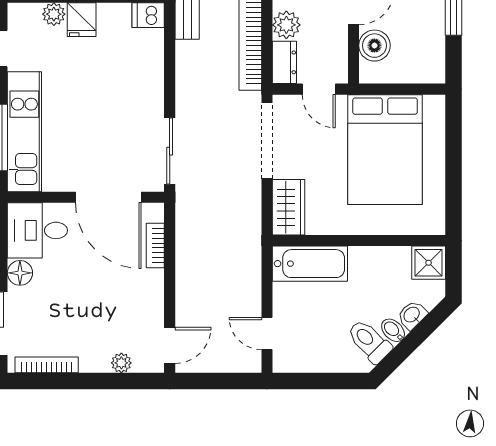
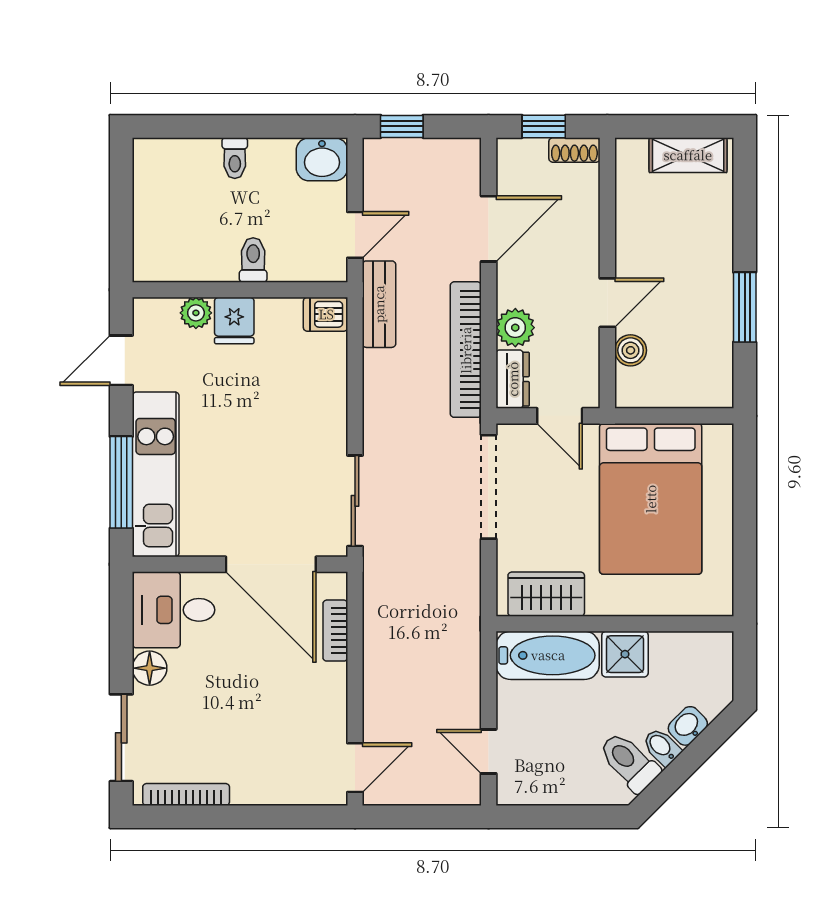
boiler: (374, 46) -> (631, 350), width x0.73, depth x0.73
wardrobe: (288, 207) -> (546, 594), moved, turned -90
shower: (429, 263) -> (625, 654), moved
plant: (121, 363) -> (289, 792), removed

